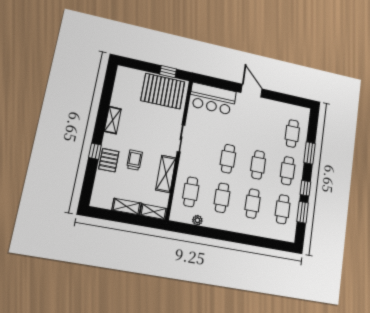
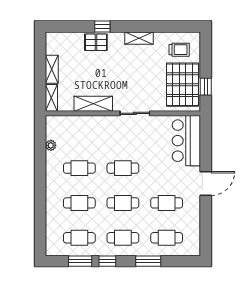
trolley: (135, 160) -> (179, 50), moved
cafe table: (191, 192) -> (167, 203), moved

